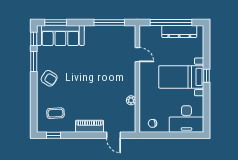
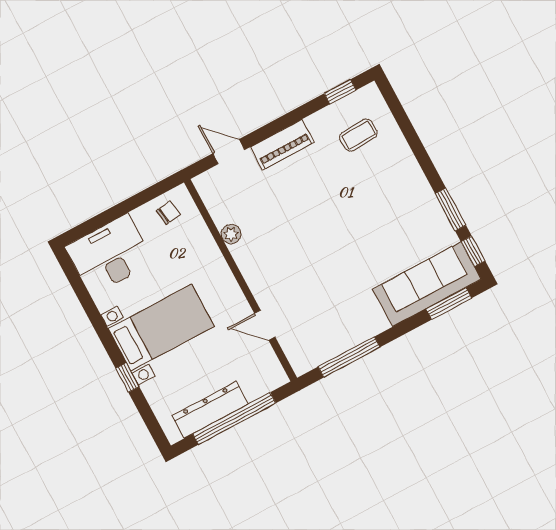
window: (207, 76) -> (127, 377), moved
armchair: (49, 78) -> (405, 193), removed

